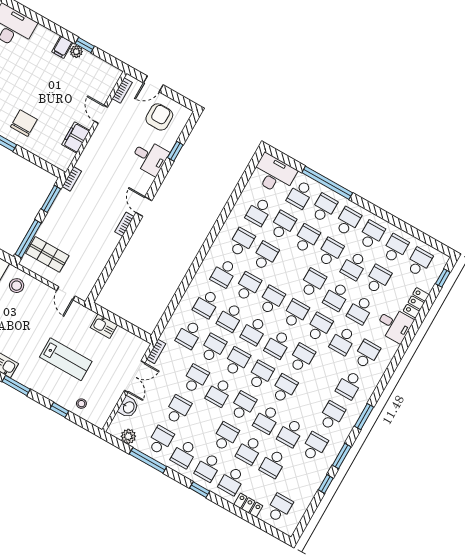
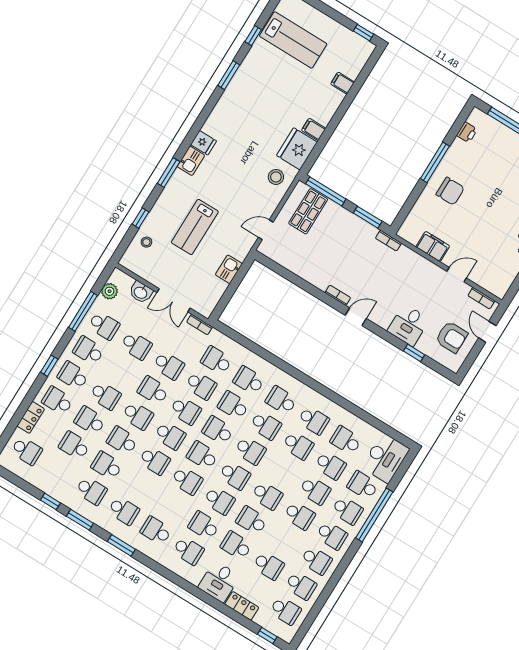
school desk: (354, 266) -> (284, 541), removed

